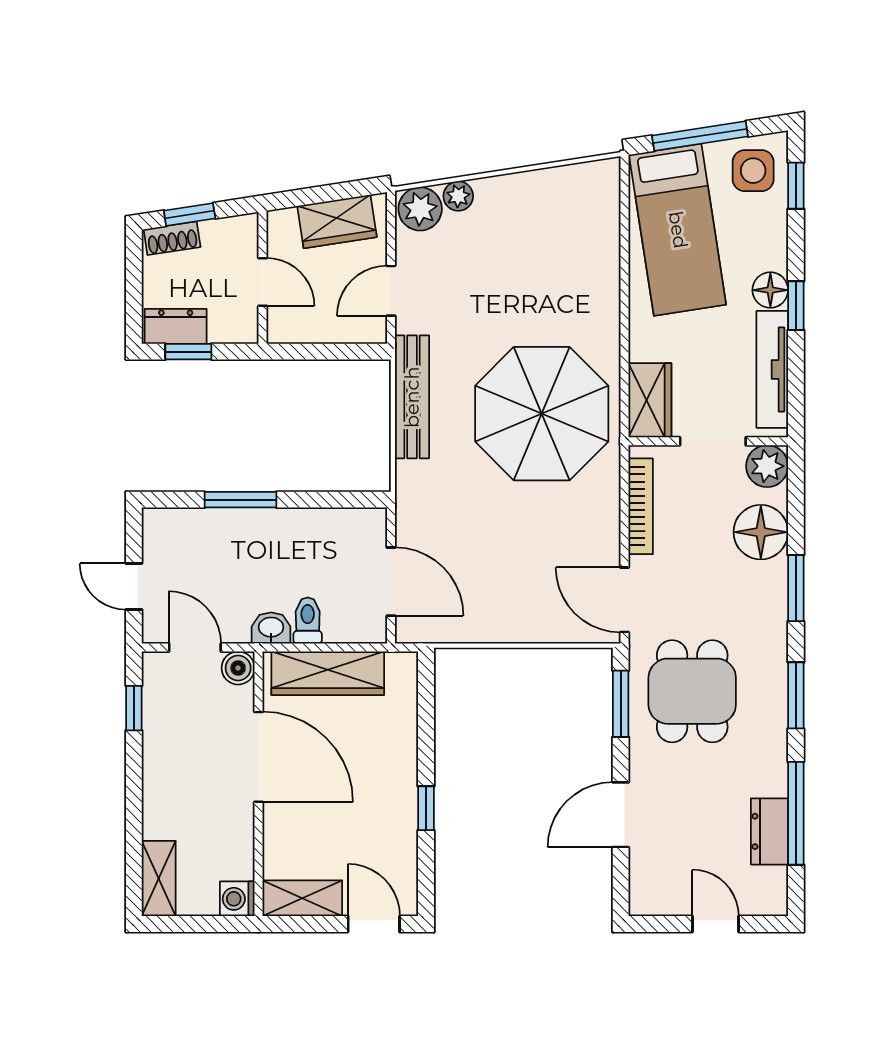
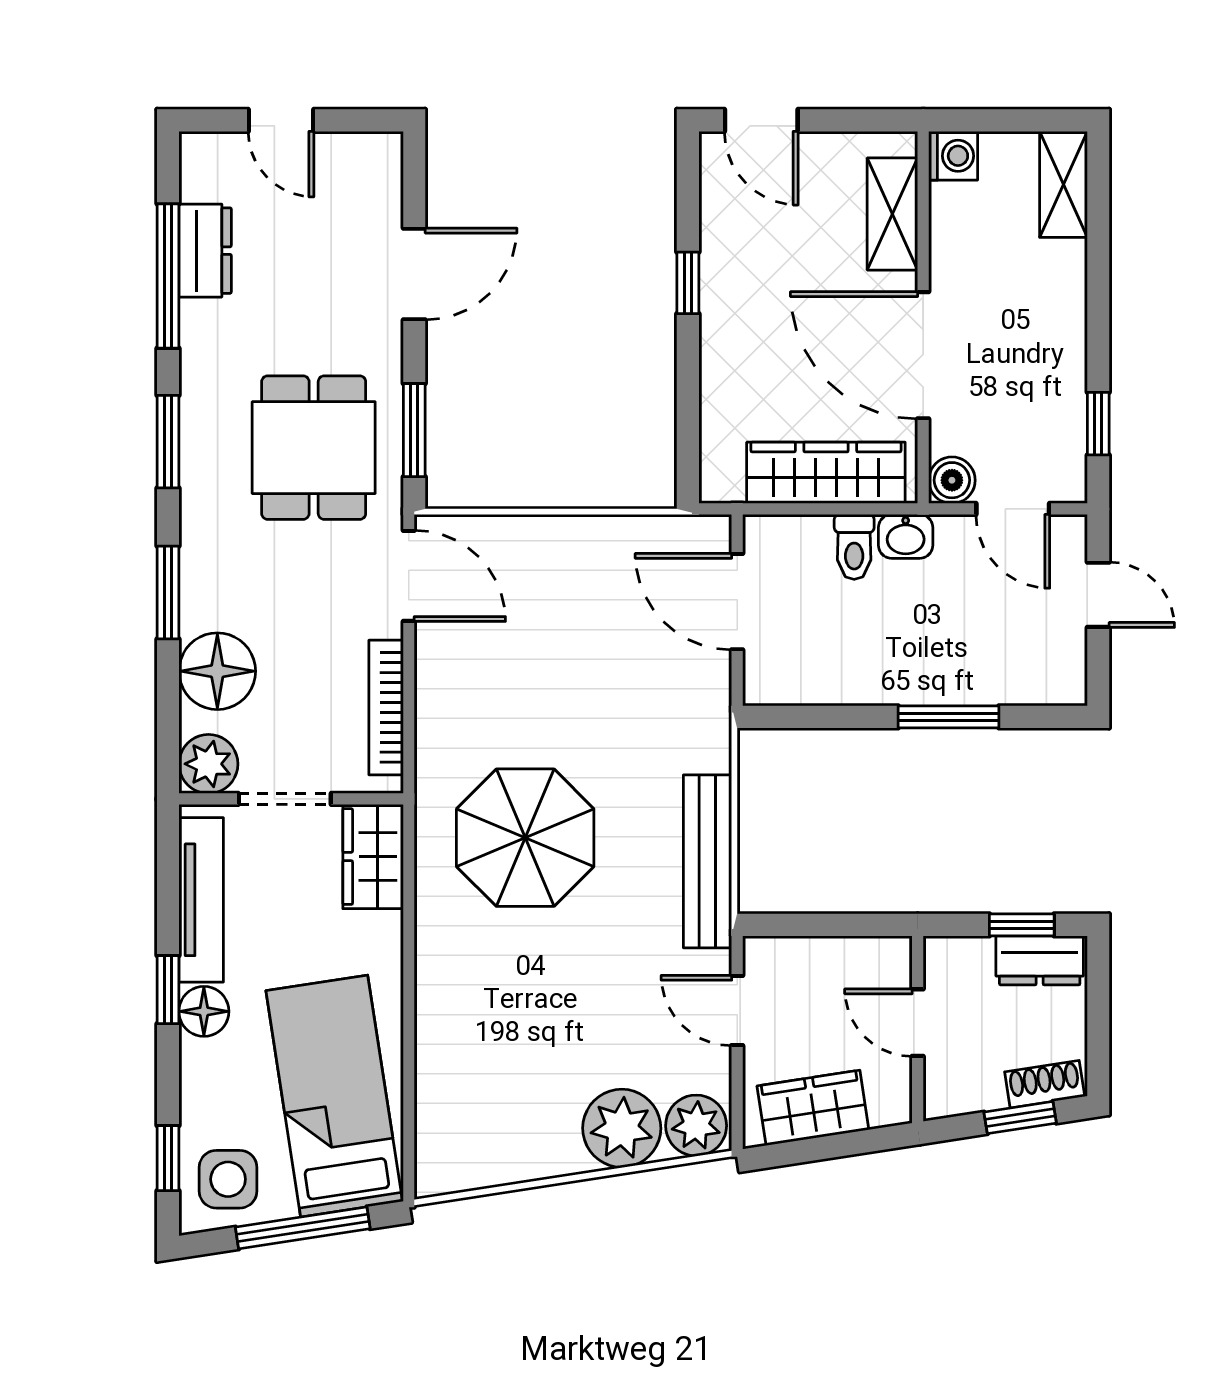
plant: (458, 196) -> (622, 1128), width x1.87, depth x1.87
door: (391, 291) -> (737, 1010), swing flipped
parasol: (542, 414) -> (525, 838), width x0.73, depth x0.73
shelving: (302, 898) -> (892, 214), moved, turned 90

